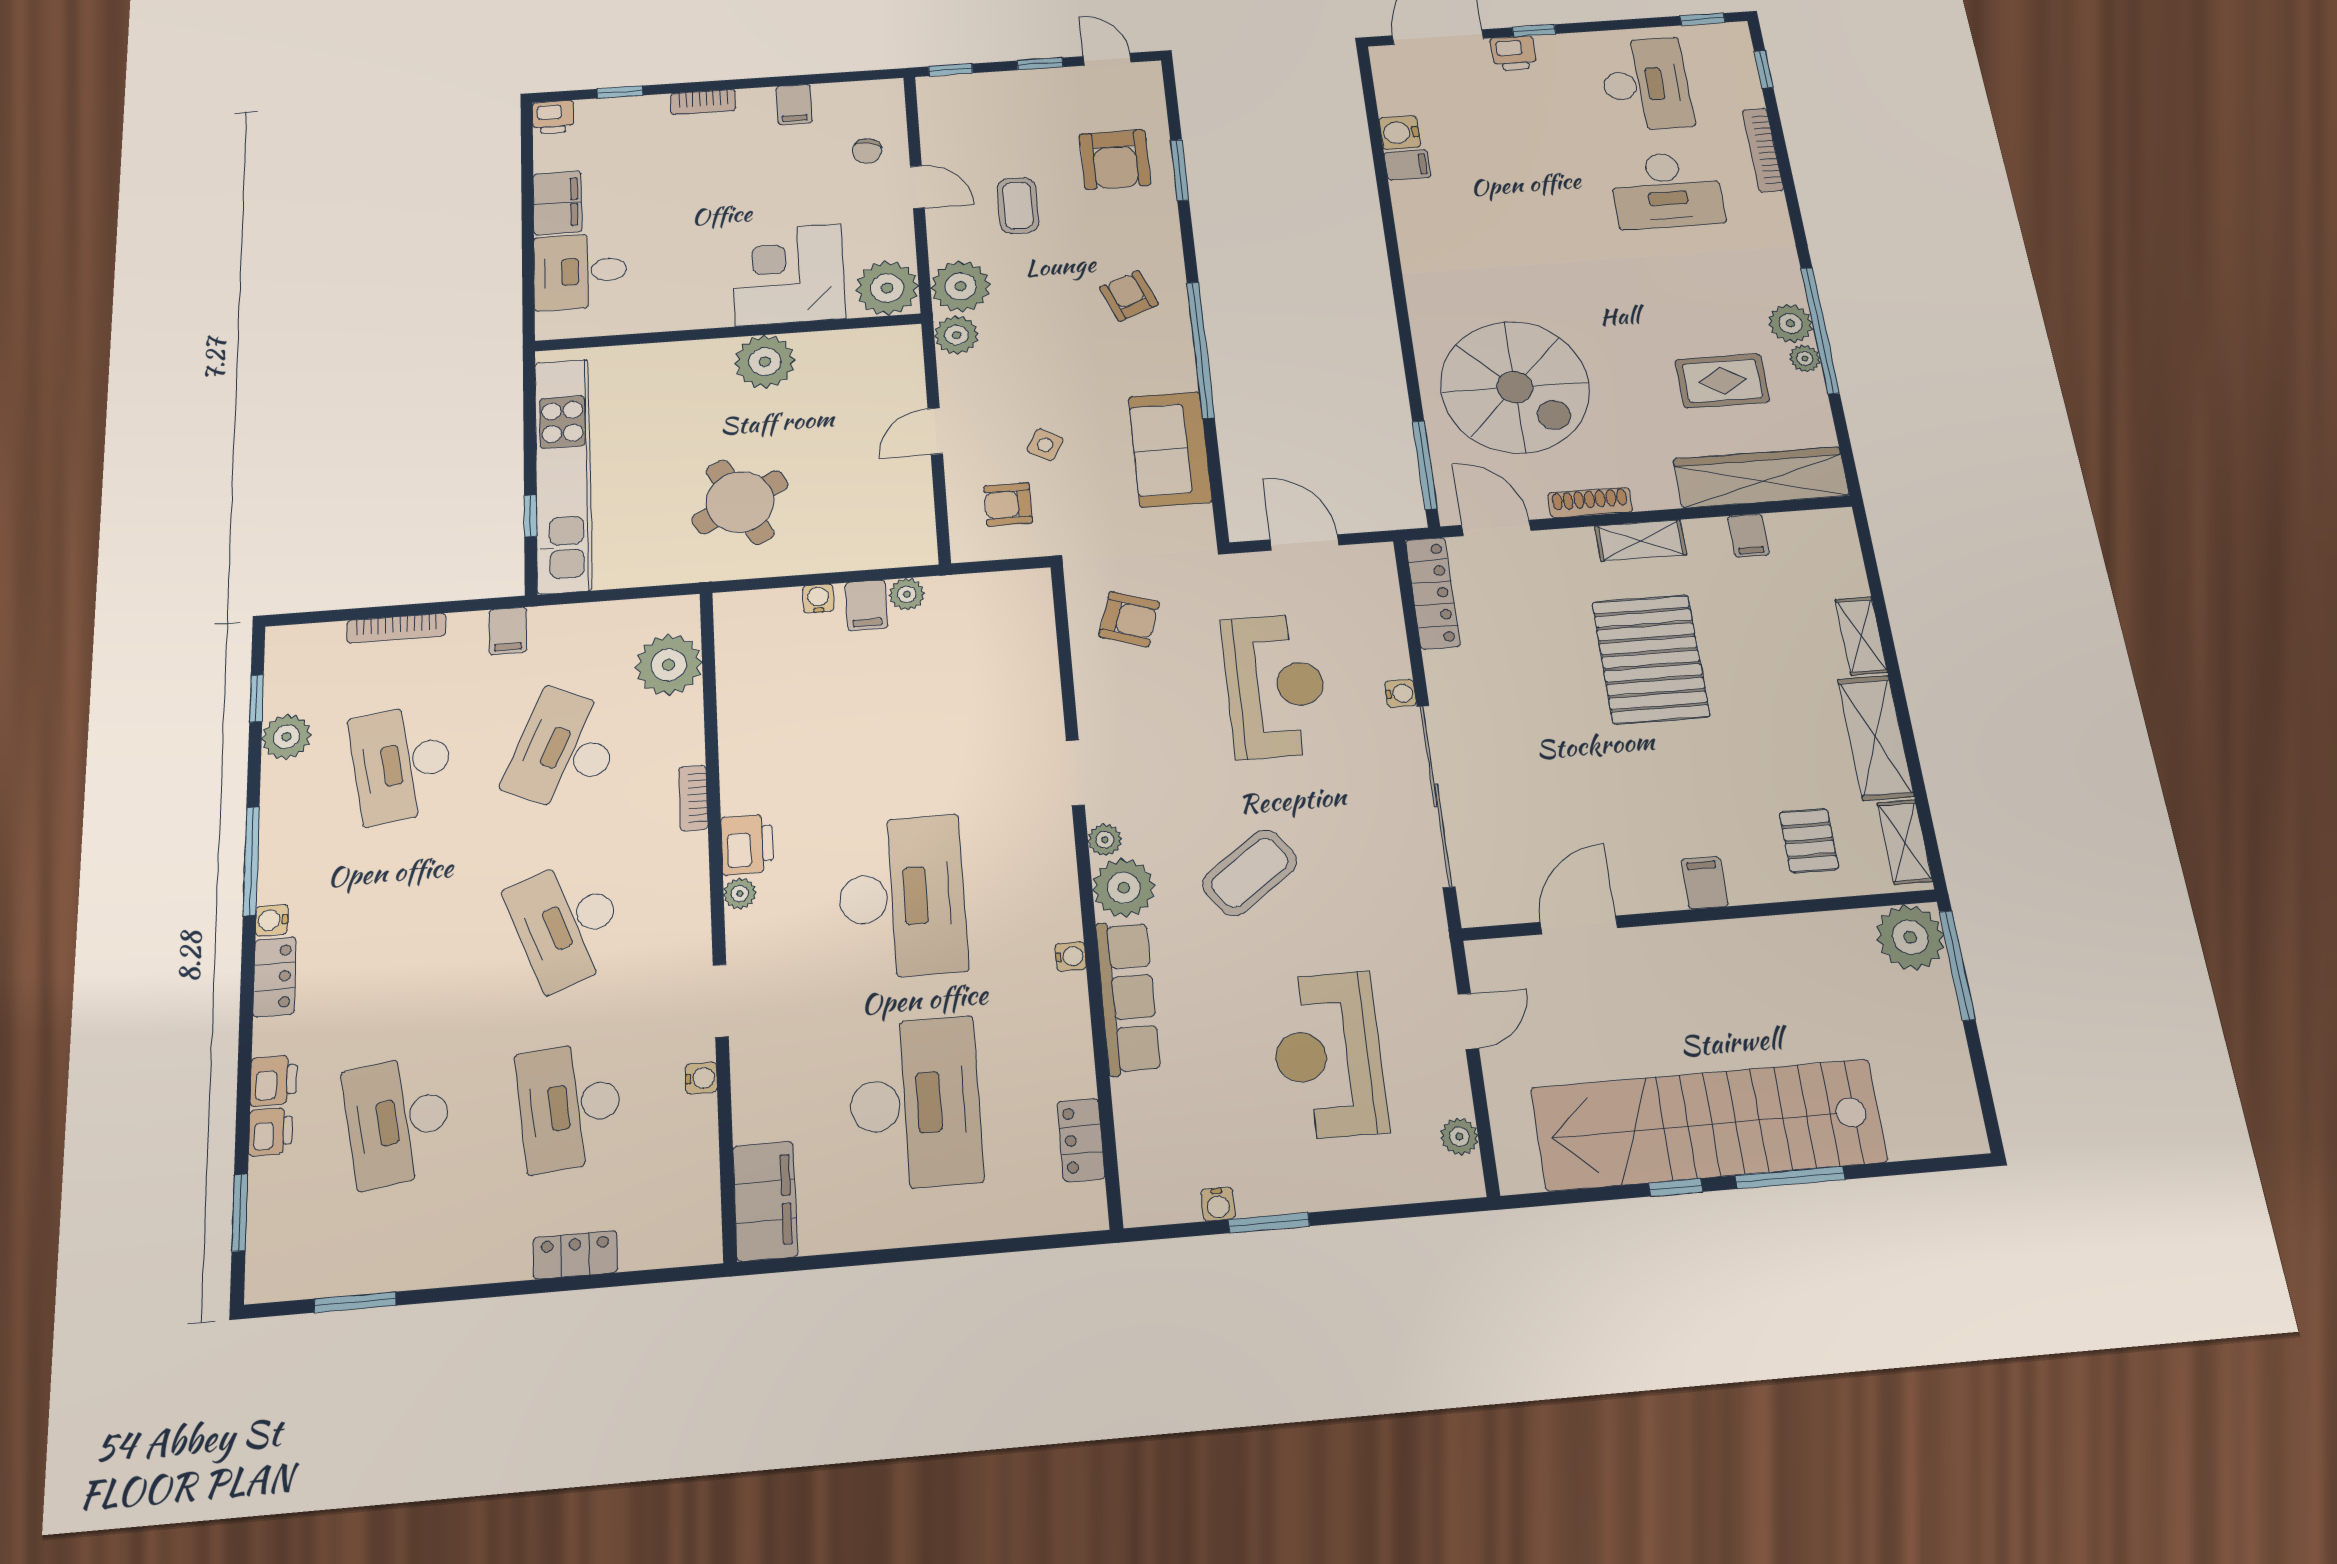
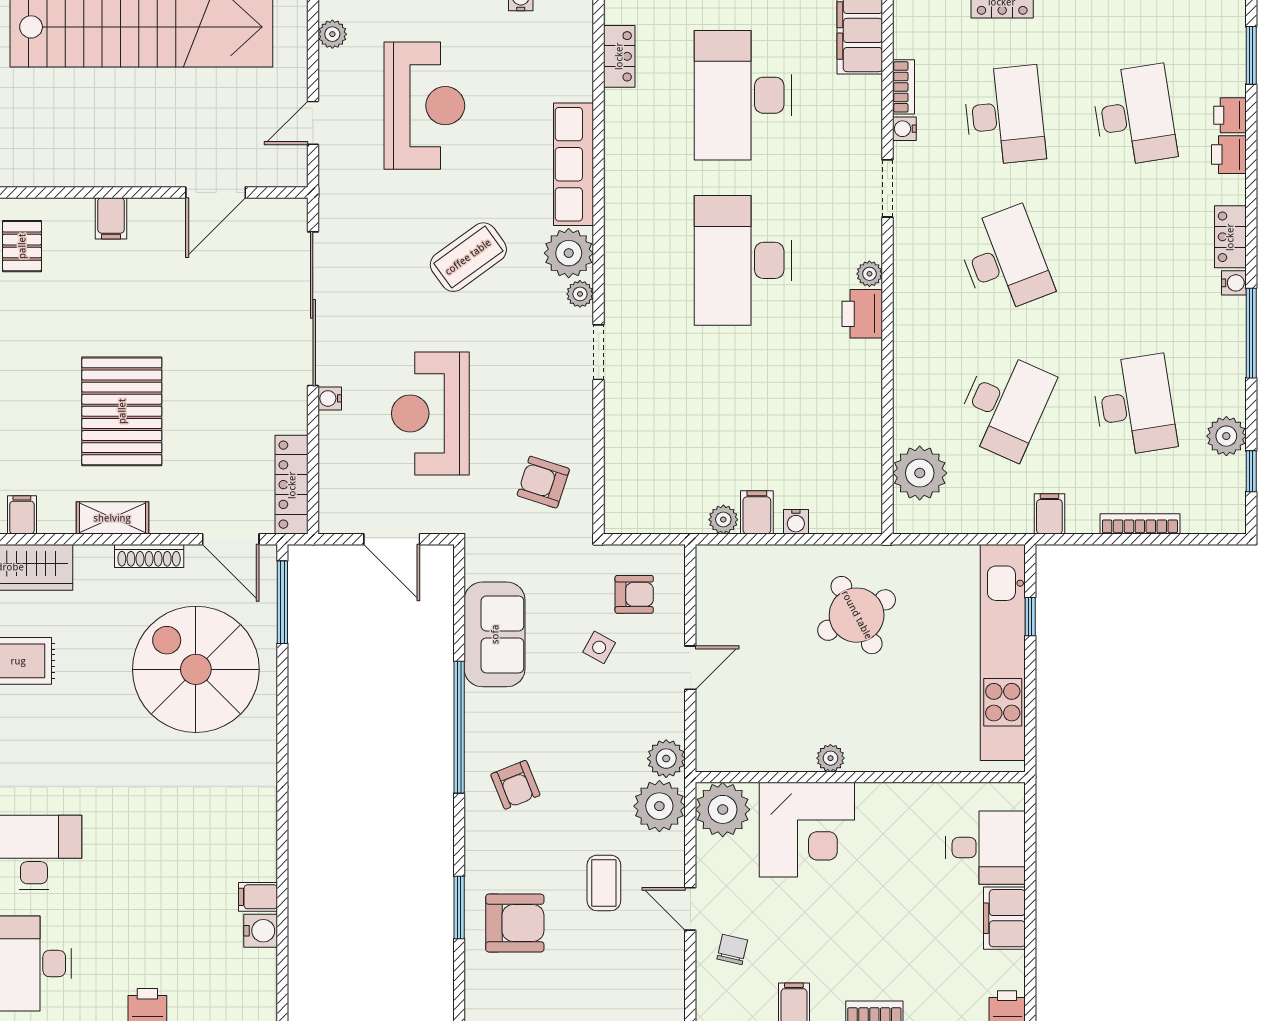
armchair: (1115, 160) -> (515, 923), turned 90
plant: (765, 362) -> (830, 758), width x0.53, depth x0.53
bookcase: (693, 798) -> (903, 87), moved
water cooler: (1071, 956) -> (615, 201), removed

